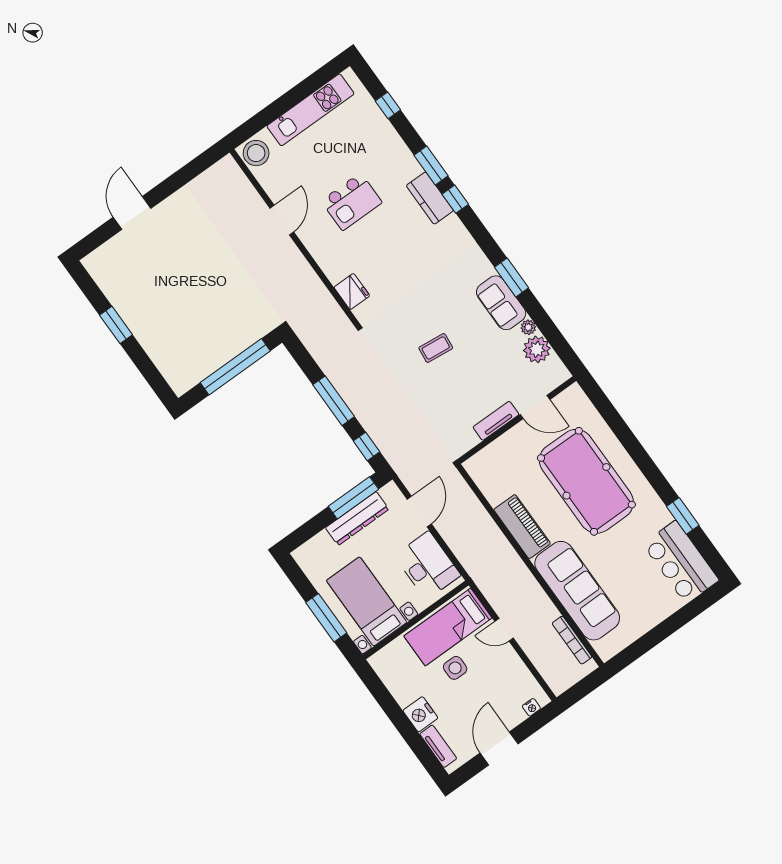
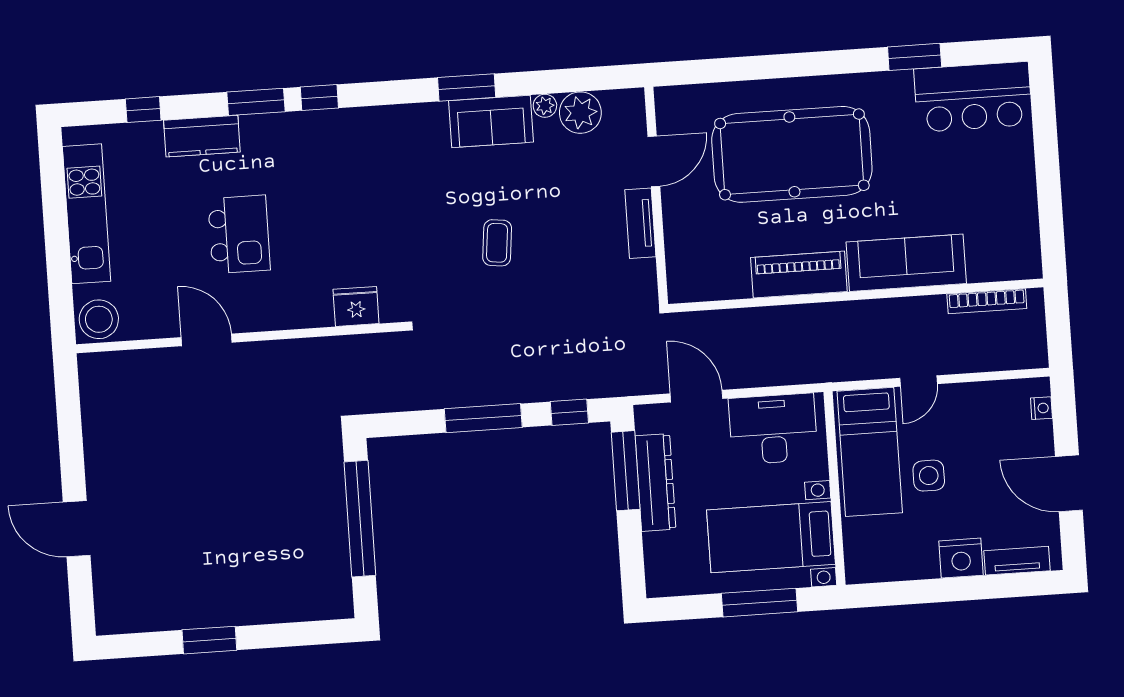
kitchen counter: (430, 198) -> (202, 136), moved
sofa: (577, 591) -> (906, 263), width x0.74, depth x0.79

